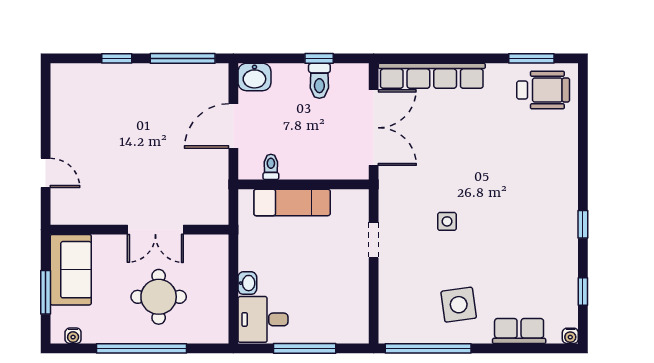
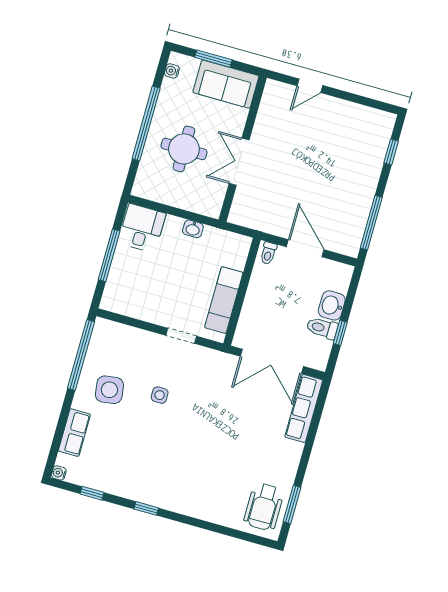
window: (117, 58) -> (391, 152), moved
row of seats: (432, 76) -> (304, 408), width x0.73
washbasin: (254, 77) -> (332, 305), moved
toilet: (271, 167) -> (268, 253), moved, turned 90
exam couch: (292, 202) -> (224, 300), moved
side table: (447, 221) -> (160, 395), moved
washbasin: (247, 283) -> (193, 229), moved

